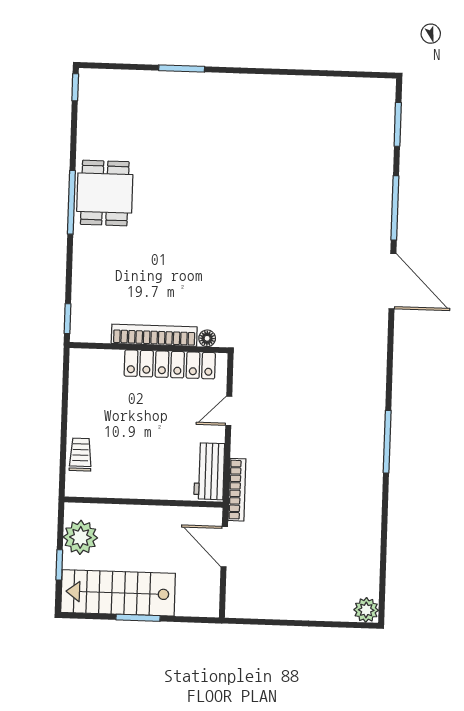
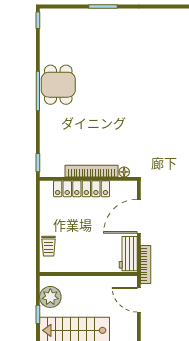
locker: (170, 364) -> (82, 189), moved
door: (229, 411) -> (139, 216), width x1.87
trolley: (80, 455) -> (49, 246), turned 180

